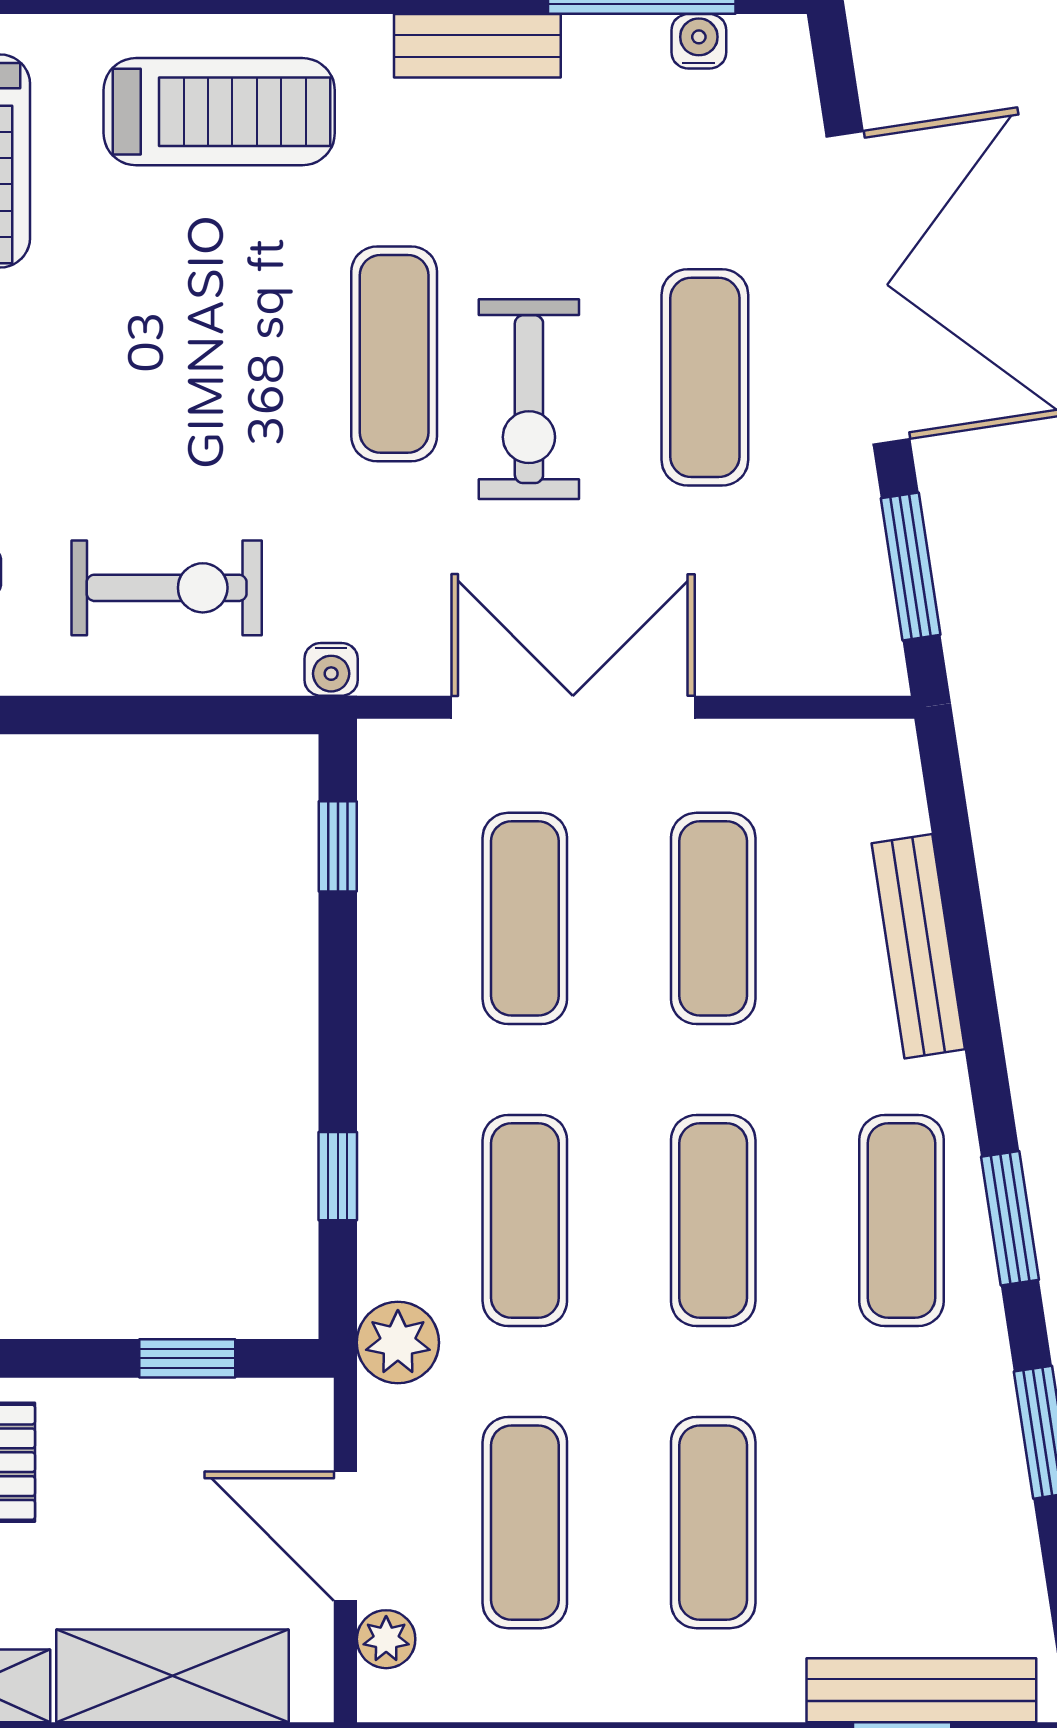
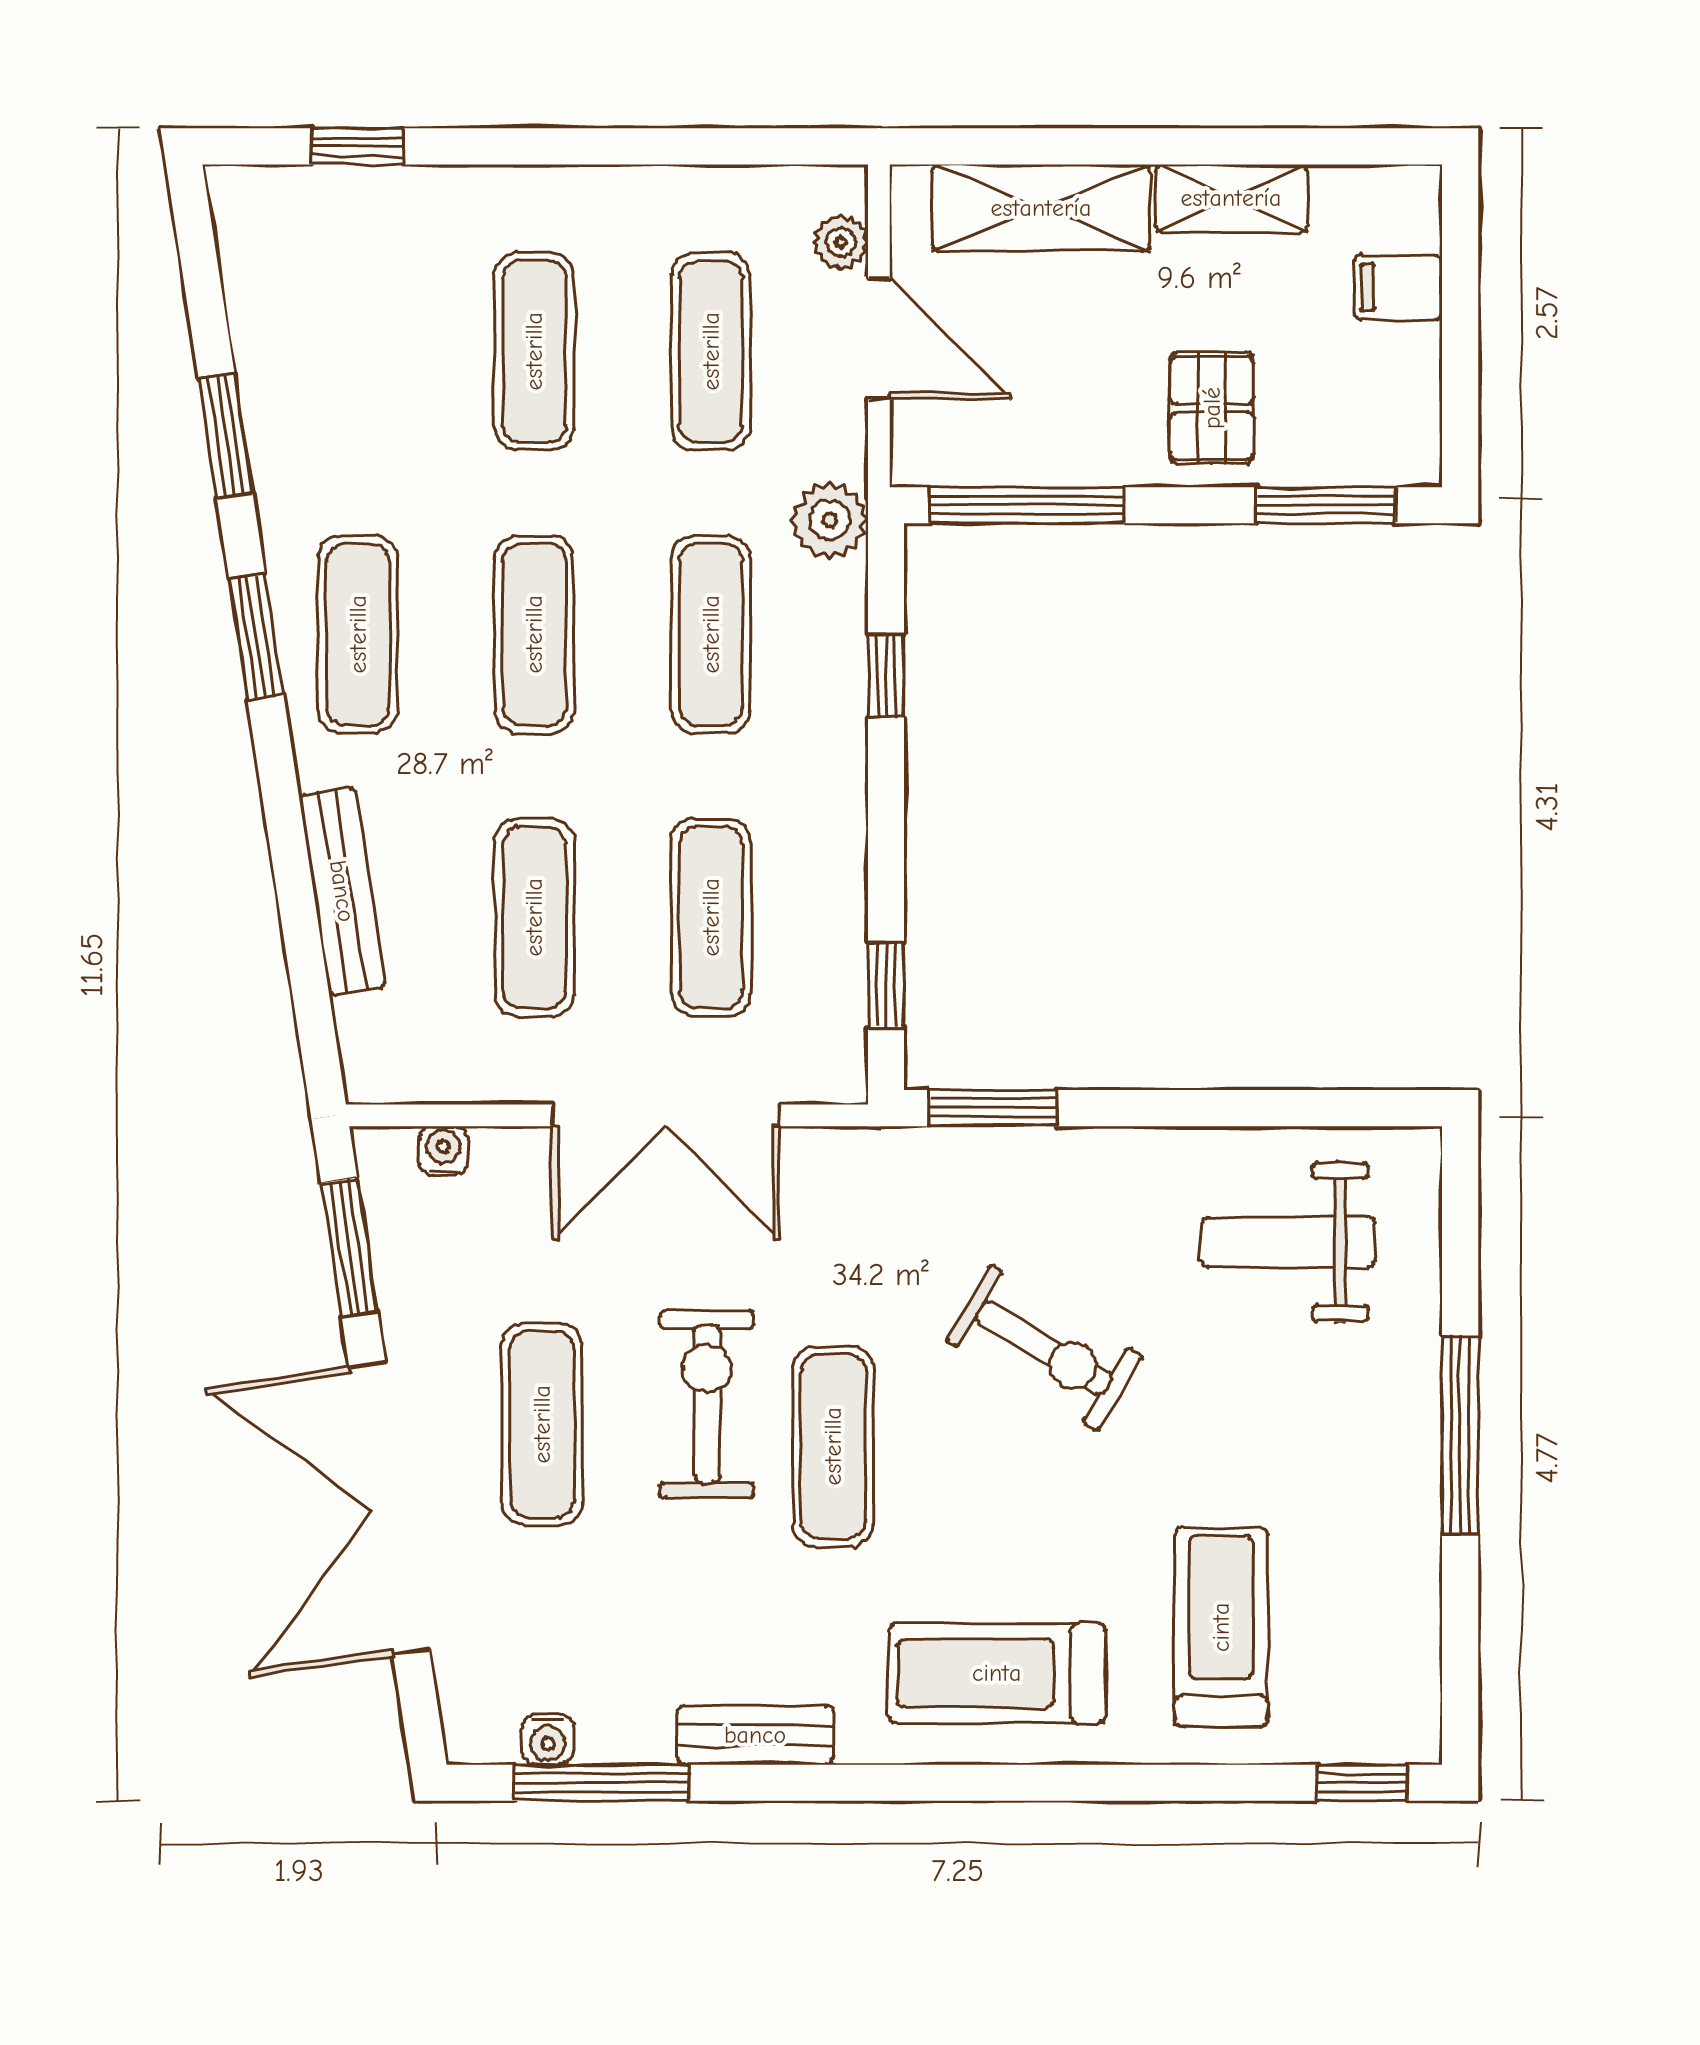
exercise bike: (167, 588) -> (1044, 1348), moved, turned -149
water cooler: (331, 669) -> (443, 1151), moved
window: (223, 715) -> (993, 1108), added
window: (187, 1358) -> (1027, 505), width x2.17
bench: (921, 1690) -> (339, 194), removed

